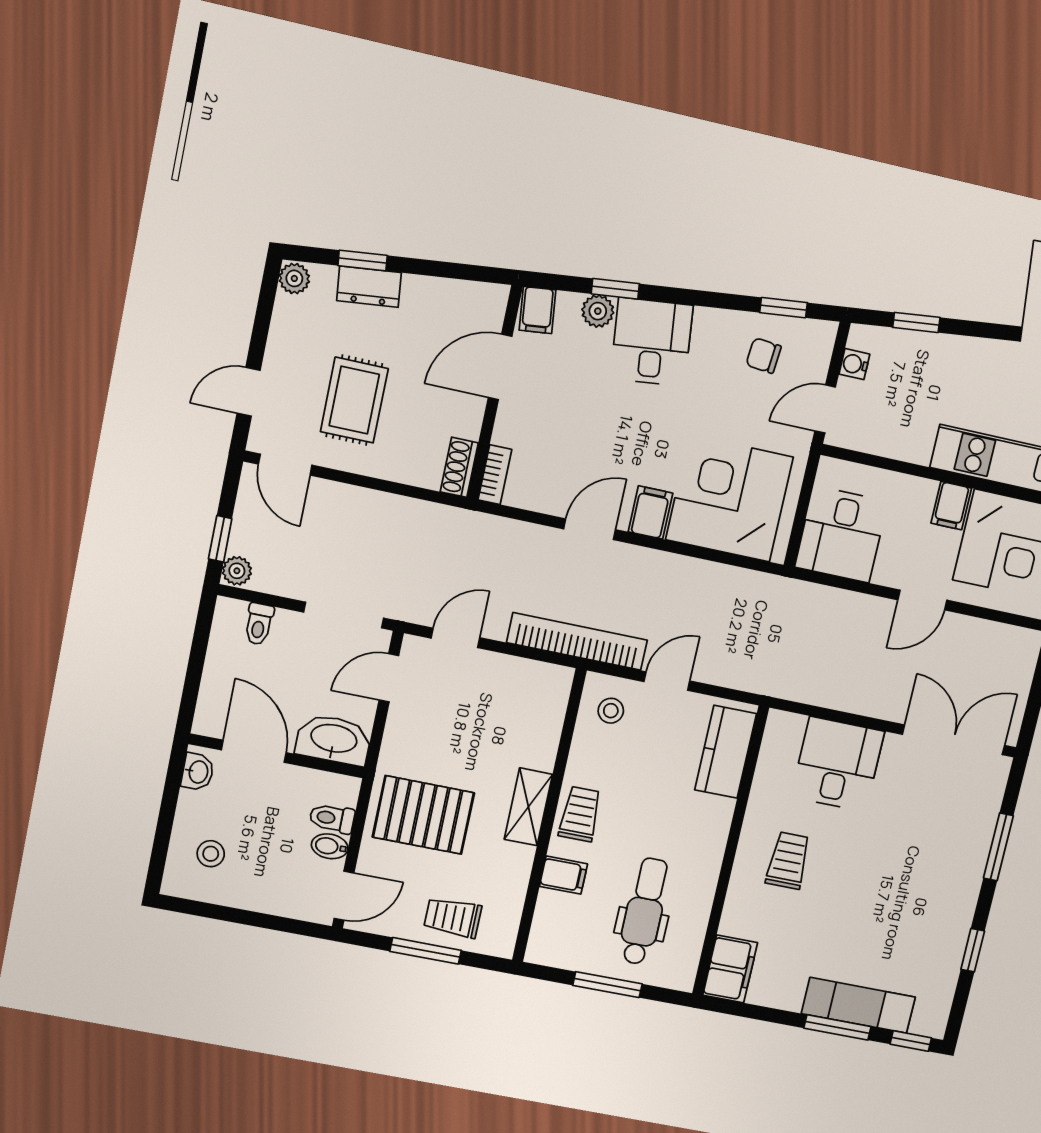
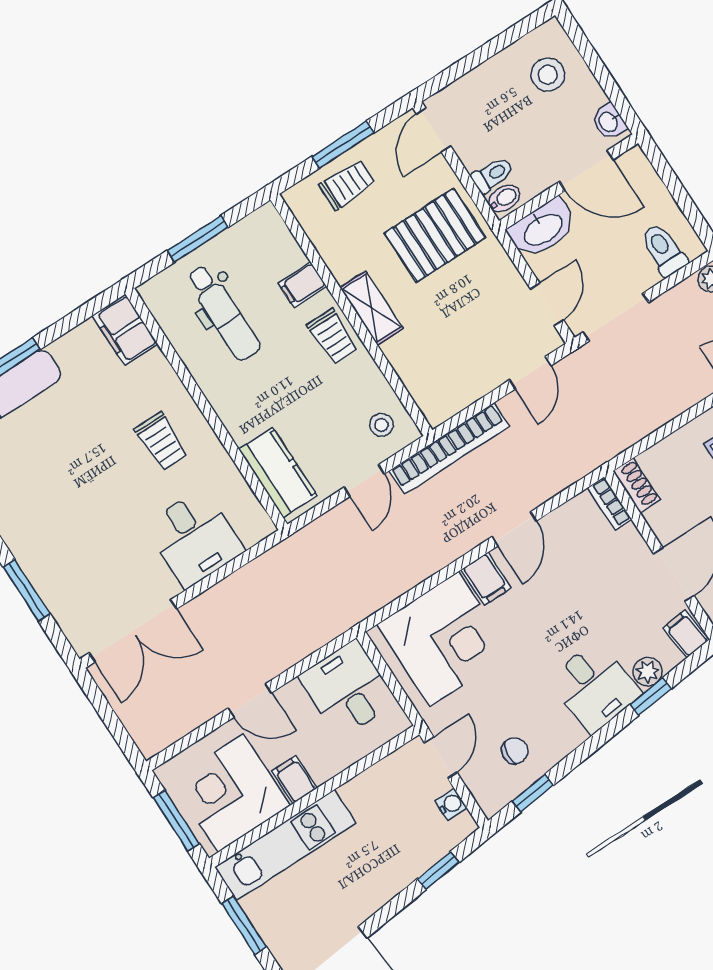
door: (922, 600) -> (250, 701), swing flipped
toilet: (259, 624) -> (664, 250), width x1.37, depth x1.39
bidet: (330, 846) -> (504, 198), moved
stool: (211, 854) -> (548, 75), width x1.37, depth x1.37

